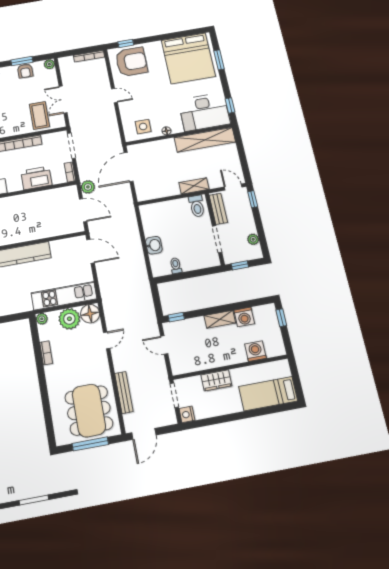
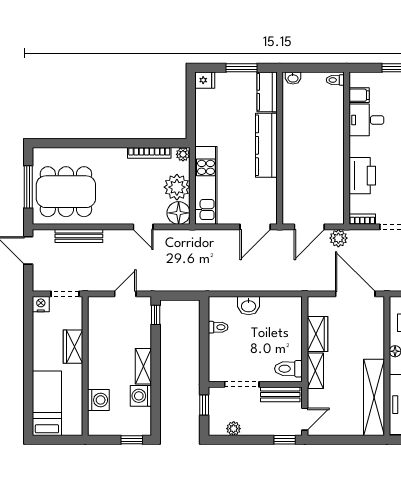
wardrobe: (165, 189) -> (317, 334), added
bookcase: (46, 353) -> (149, 153), width x1.56

